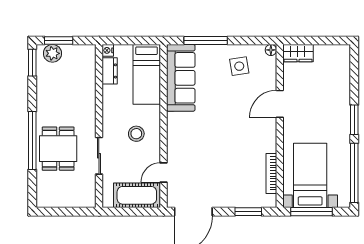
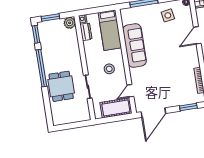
plant: (52, 53) -> (70, 23), moved
sofa: (181, 78) -> (135, 46), moved
window: (32, 140) -> (41, 68), moved

